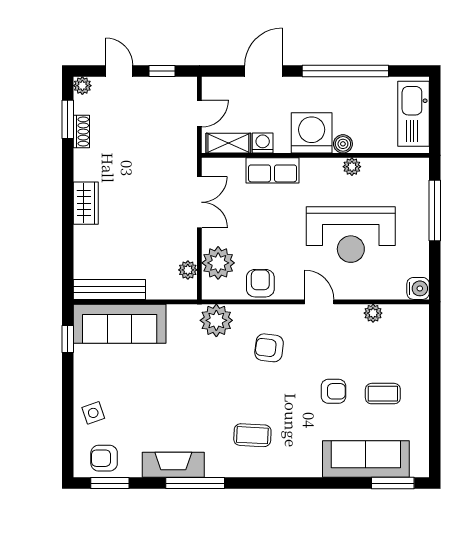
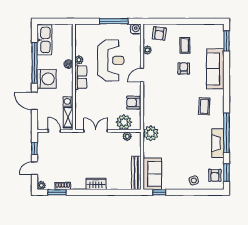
kitchen sink: (414, 114) -> (44, 40), moved, turned -90
washing machine: (312, 133) -> (47, 79), moved, turned 180
row of seats: (273, 170) -> (81, 77), moved
window: (435, 210) -> (114, 21), moved
plant: (216, 320) -> (151, 133), moved
sofa: (120, 324) -> (152, 174), width x0.73
armchair: (269, 348) -> (159, 34), moved
sofa: (366, 459) -> (215, 69), moved
window: (195, 483) -> (226, 133), width x1.46

